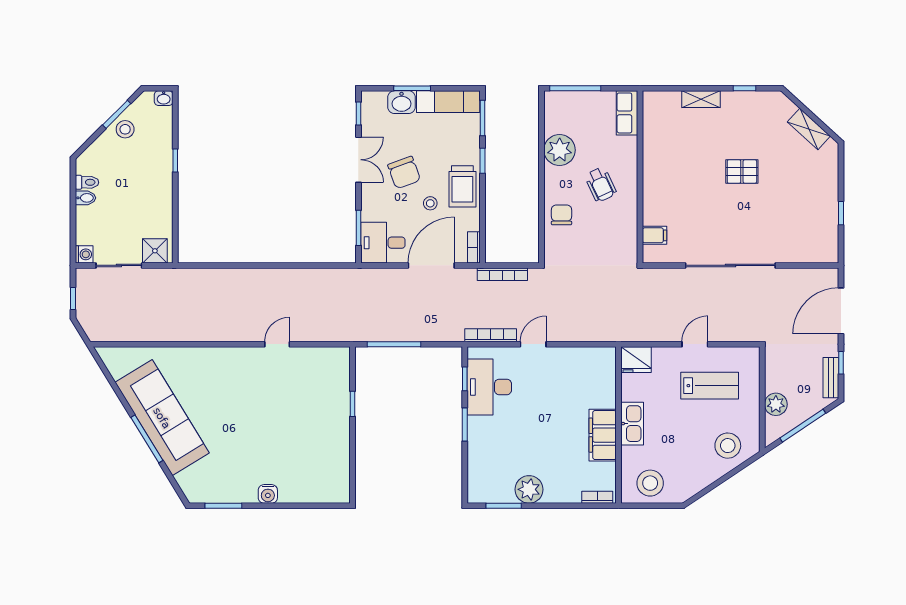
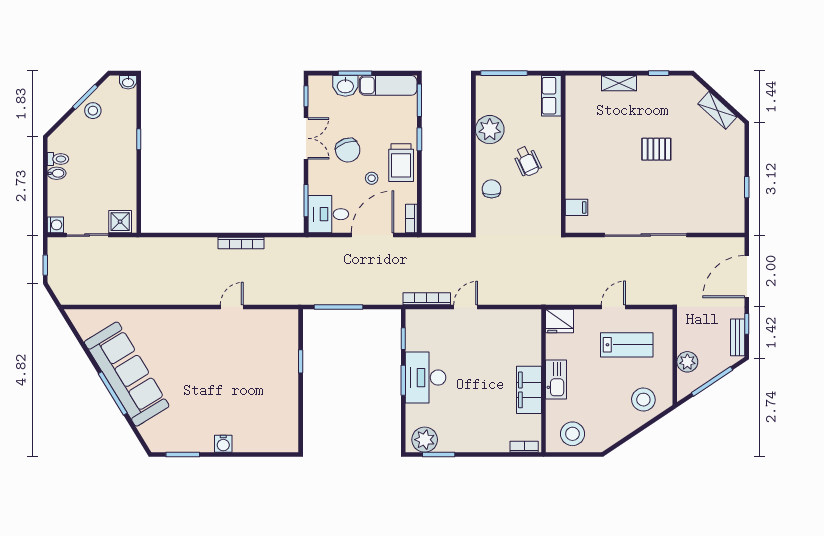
bookcase: (502, 274) -> (241, 243), moved
desk: (489, 387) -> (426, 378), moved
plant: (529, 489) -> (425, 440), moved

